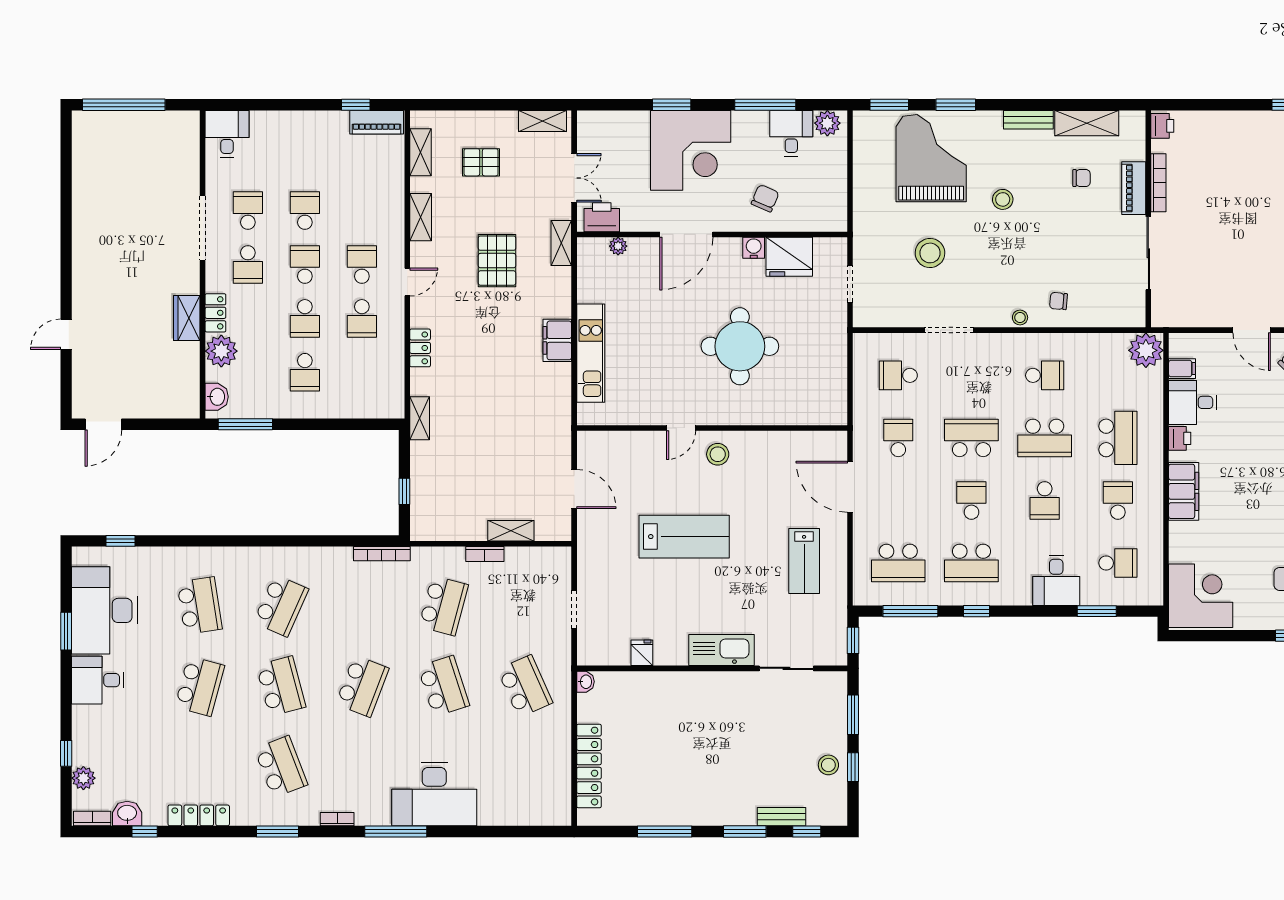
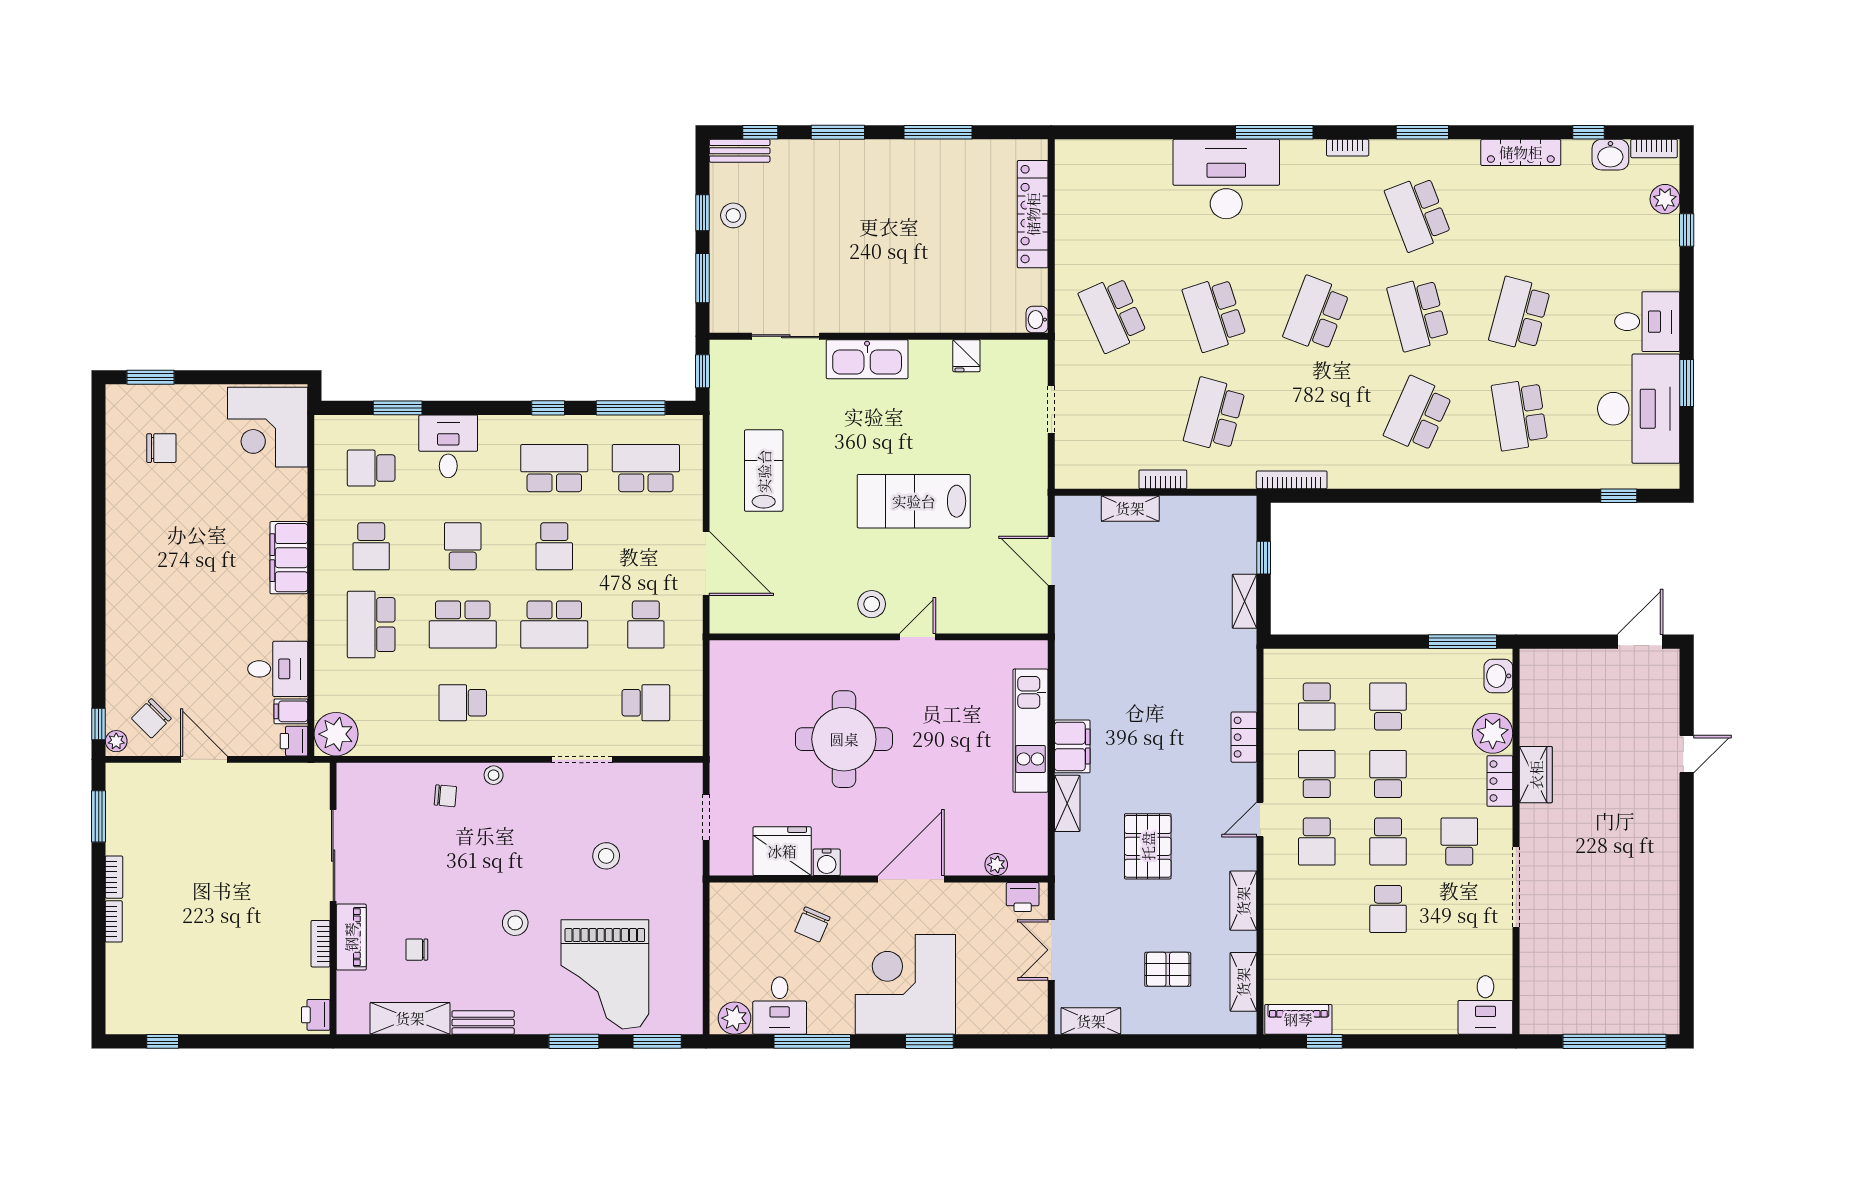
bookcase: (1158, 183) -> (320, 944), width x0.64
school desk: (248, 211) -> (1317, 707), moved
printer: (602, 217) -> (1023, 897), width x0.73, depth x0.81
shelving: (561, 243) -> (1067, 803), moved
stool: (930, 253) -> (606, 856), width x0.73, depth x0.73
shelving: (420, 418) -> (1244, 601), moved
school desk: (1045, 438) -> (463, 625), turned 180
printer: (1180, 438) -> (294, 741), moved
bench: (782, 817) -> (740, 151), moved

